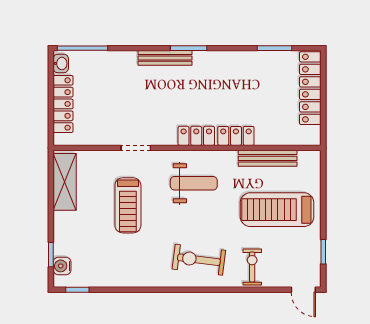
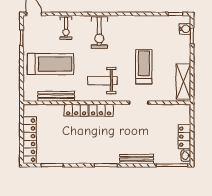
bench: (165, 58) -> (137, 159), moved
locker: (63, 104) -> (184, 137), width x0.66
exercise bike: (199, 260) -> (99, 33), turned 83

